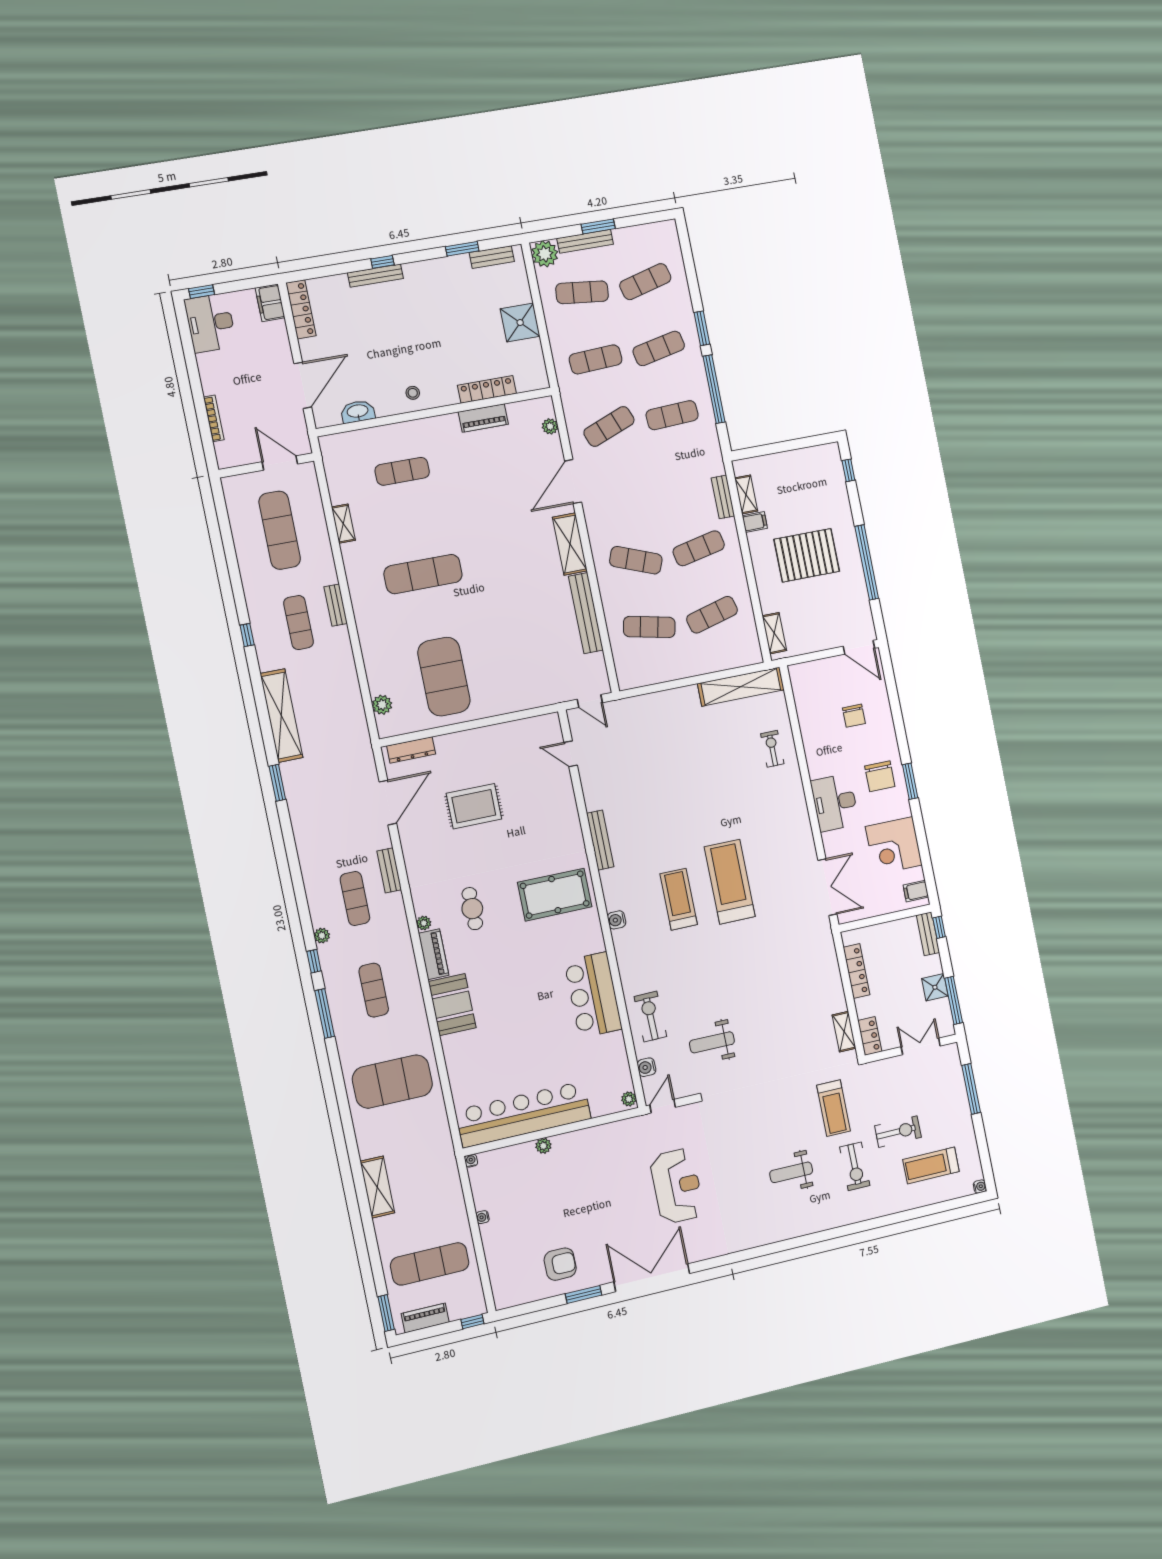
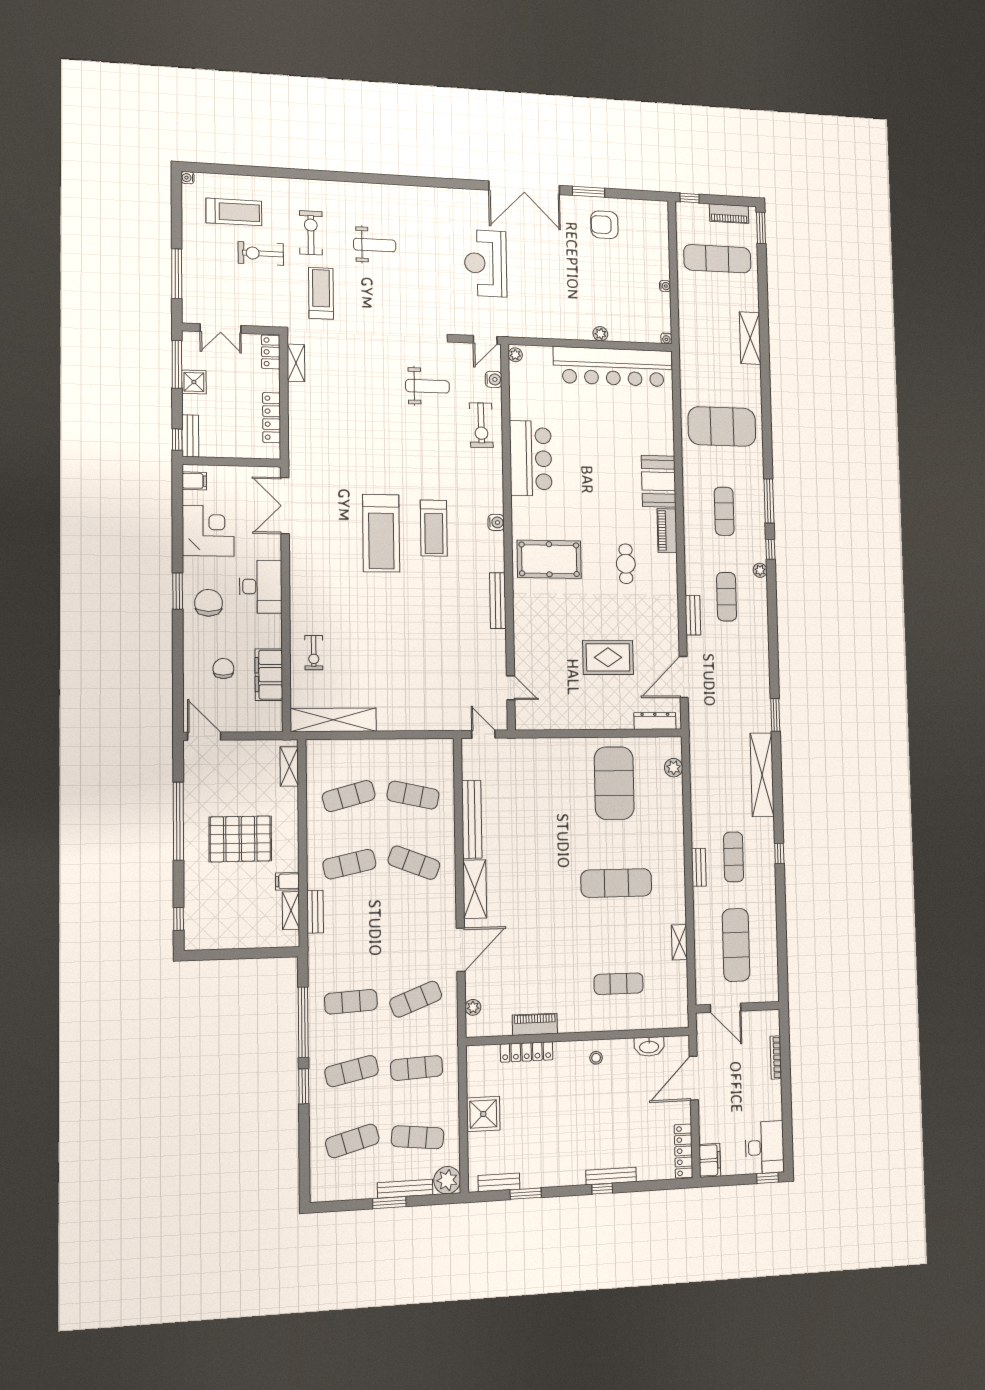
filing cabinet: (811, 718) -> (269, 675), added
plant: (424, 923) -> (671, 561), removed

